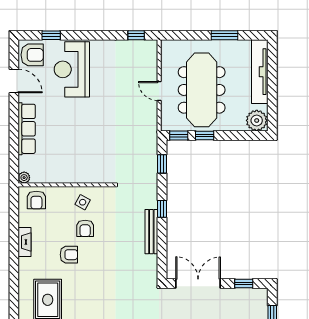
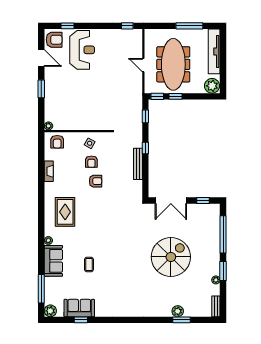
window: (224, 35) -> (189, 26), width x1.44
reception desk: (72, 69) -> (82, 50), turned 180
window: (14, 125) -> (41, 89), added
row of seats: (27, 129) -> (50, 92), removed
armchair: (69, 255) -> (96, 181), moved
double door: (198, 284) -> (171, 200), swing flipped

